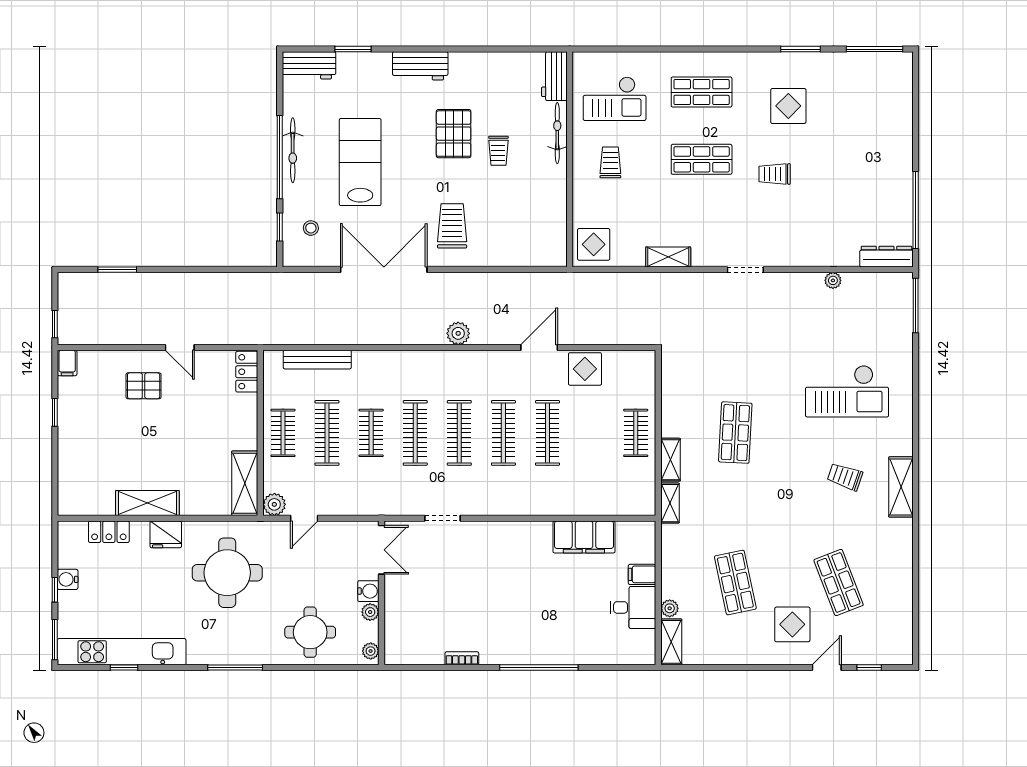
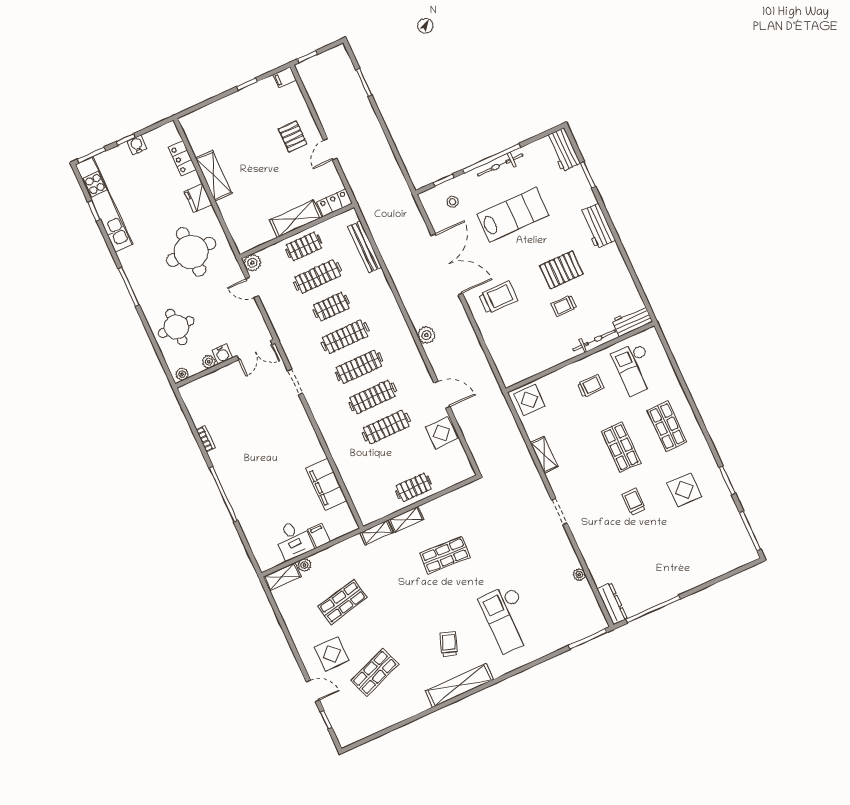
shelving: (245, 483) -> (296, 219), moved
shelving: (901, 487) -> (459, 685), width x1.47

